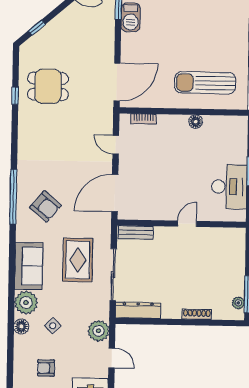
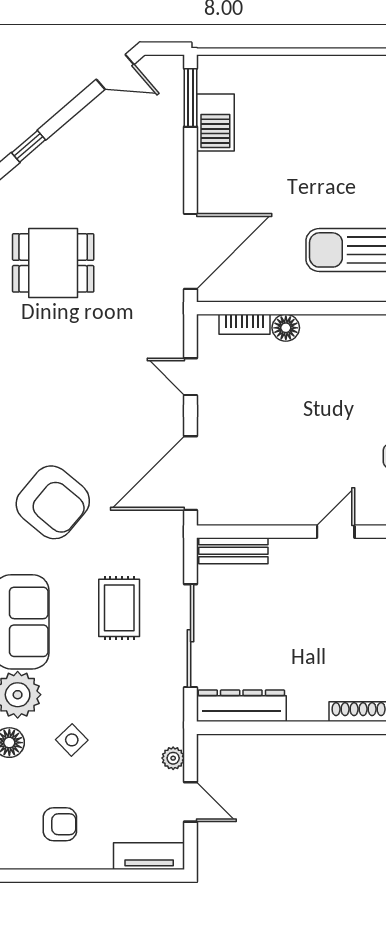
floor lamp: (196, 122) -> (286, 328), moved
armchair: (45, 206) -> (53, 502), width x1.36, depth x1.36
rug: (78, 260) -> (119, 608), width x0.73, depth x0.70
plant: (98, 331) -> (173, 758), width x0.53, depth x0.53
armchair: (46, 368) -> (60, 824), turned 180

